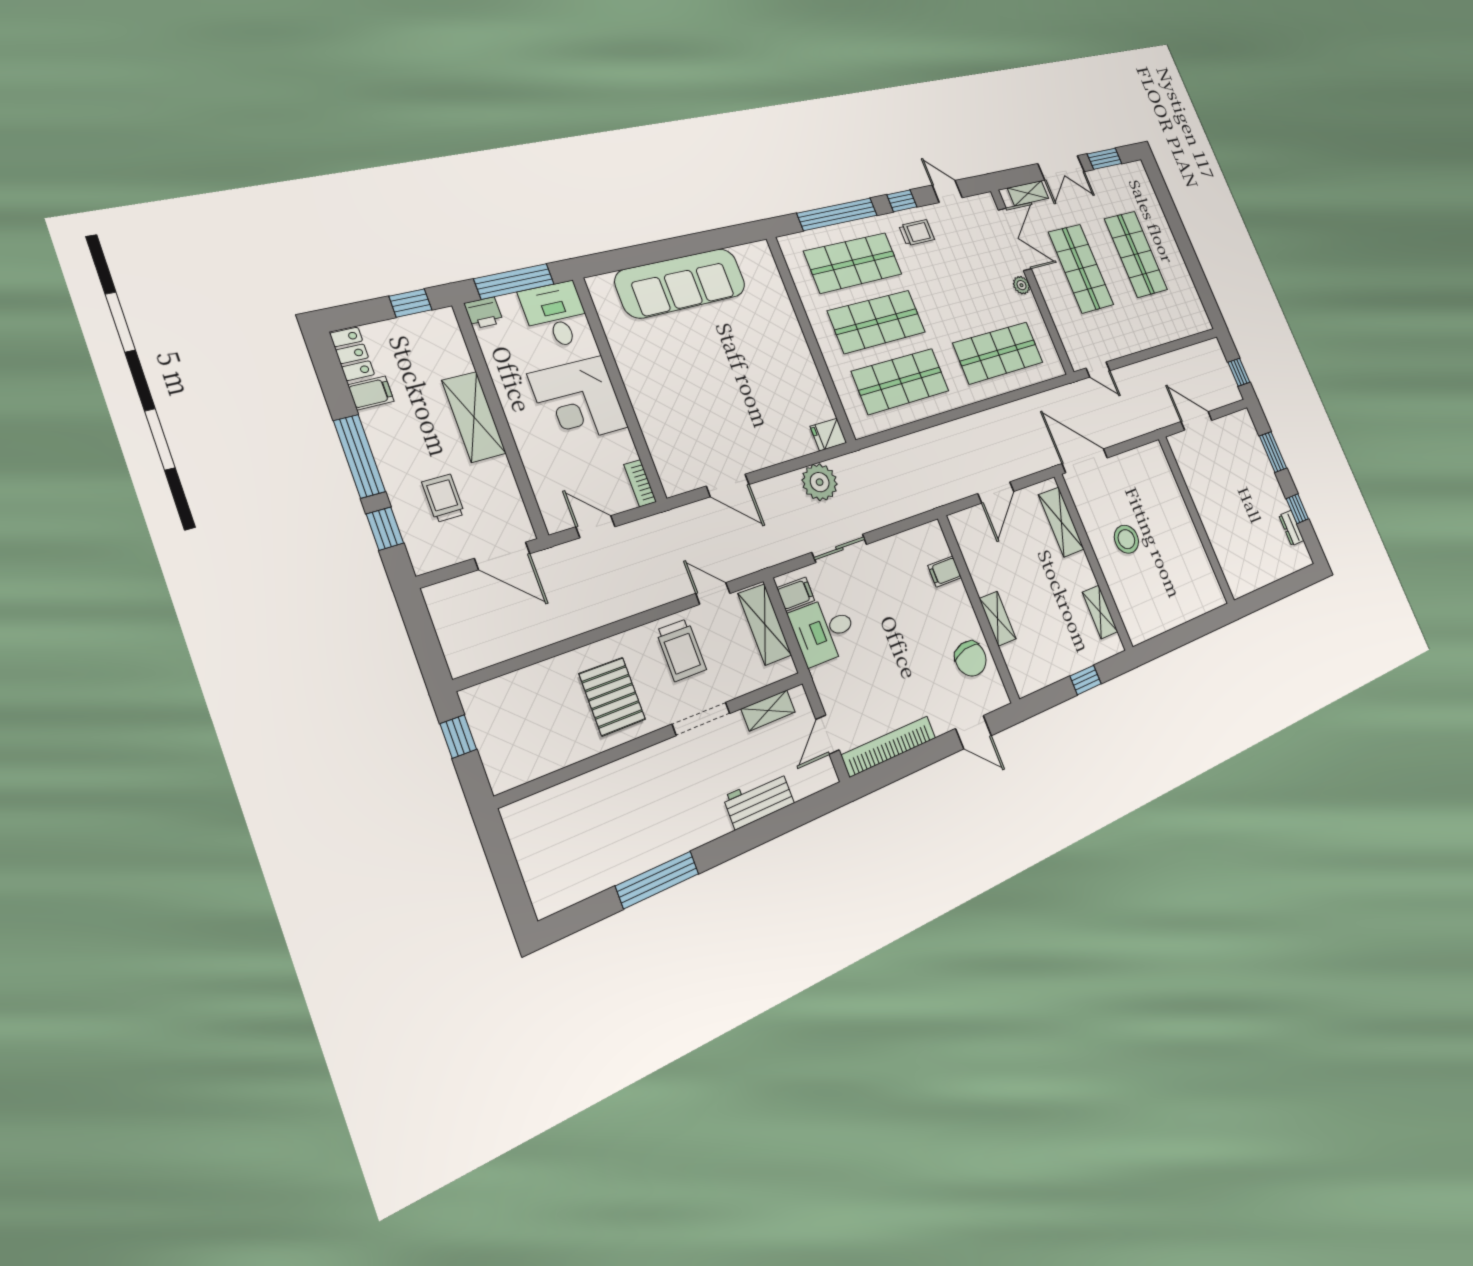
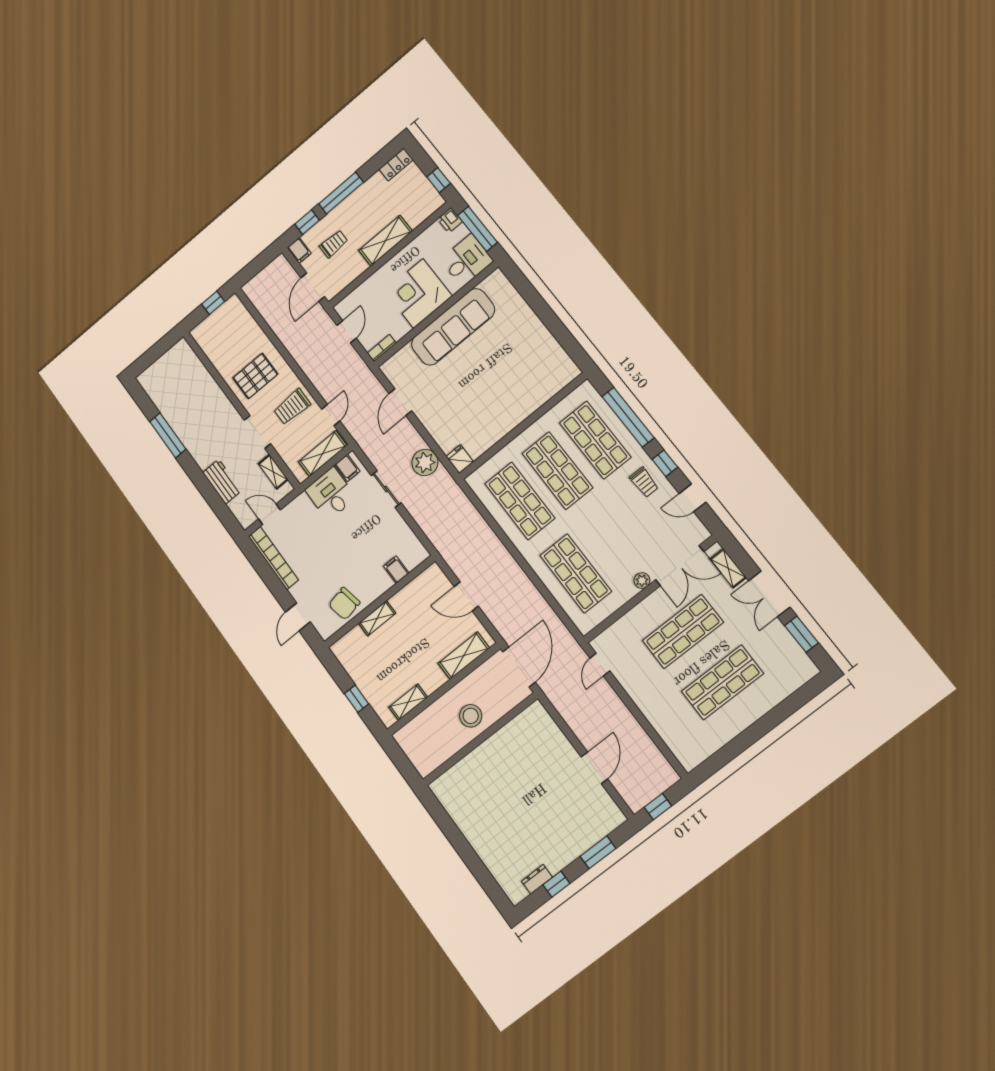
door: (947, 191) -> (693, 498), swing flipped
sofa: (681, 283) -> (453, 327), moved, turned -90
filing cabinet: (371, 393) -> (299, 251), moved
wall: (1196, 519) -> (480, 739), moved

